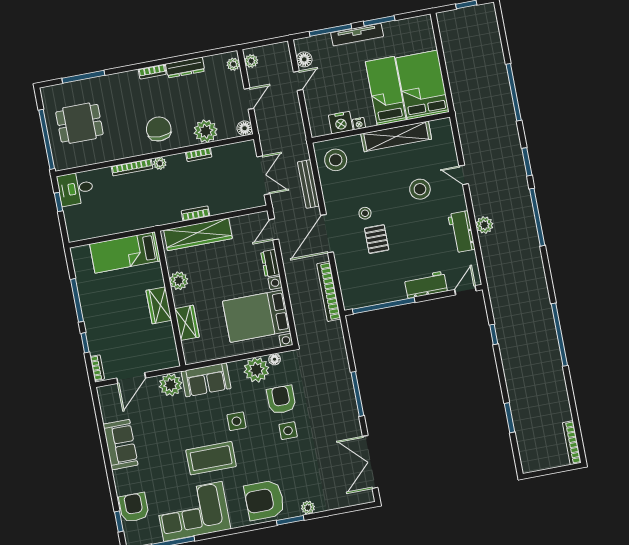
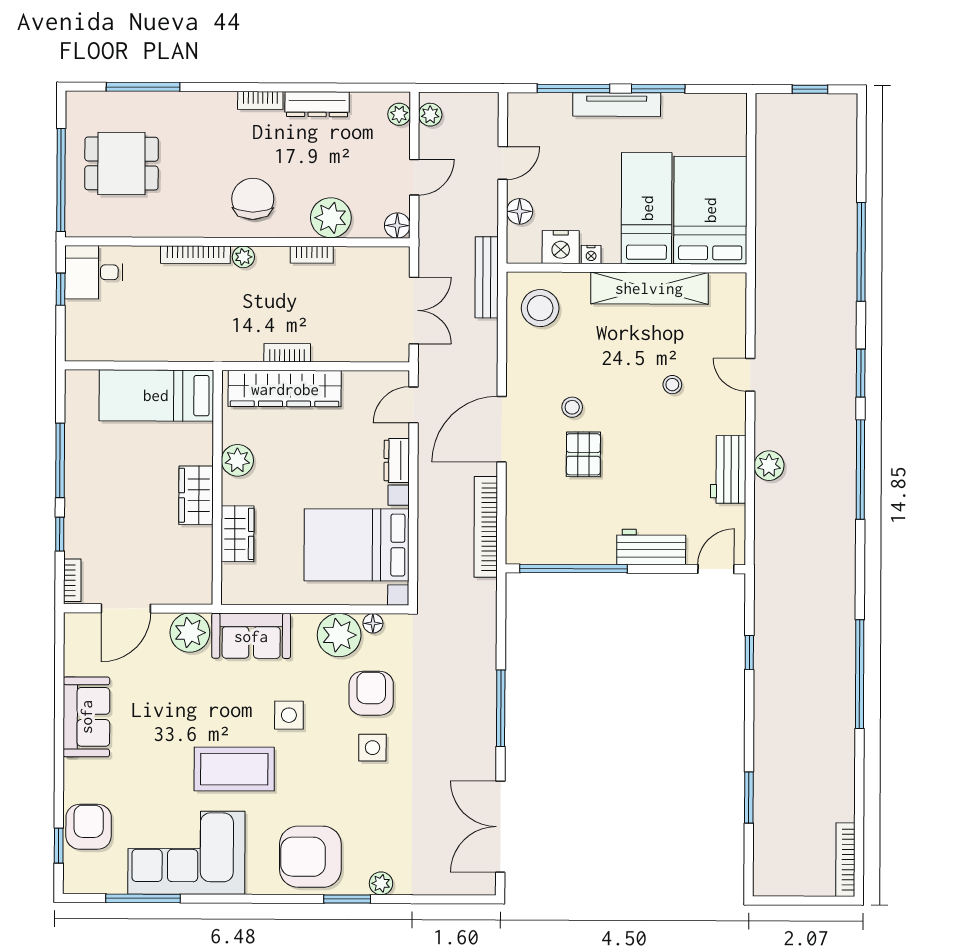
floor lamp: (304, 59) -> (520, 211), moved
bench: (308, 184) -> (487, 277), moved
stool: (420, 189) -> (672, 385), width x0.53, depth x0.53

